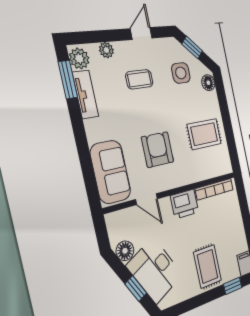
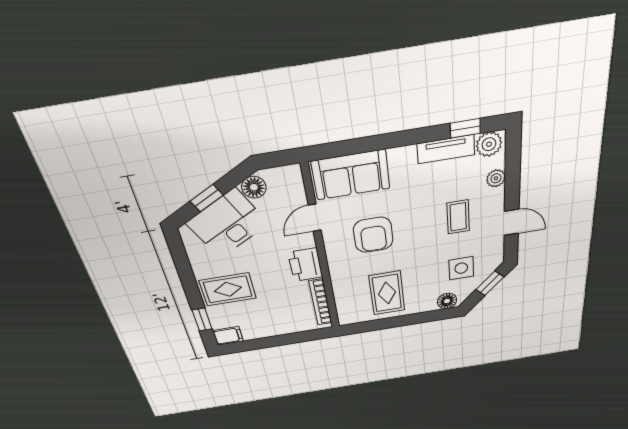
window: (68, 80) -> (465, 128), width x0.67
armchair: (158, 150) -> (373, 235), turned 90

